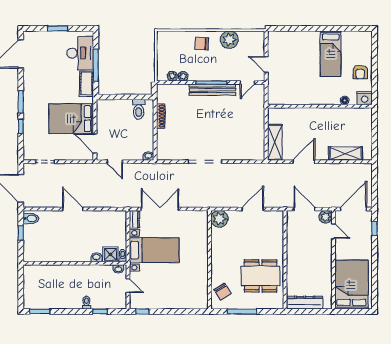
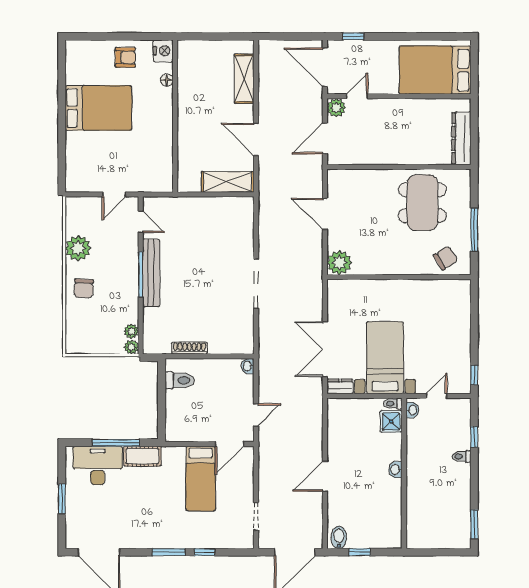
bed: (331, 54) -> (98, 108), width x1.50
plant: (183, 76) -> (131, 347), moved
bed: (71, 119) -> (201, 479), width x0.67
washbasin: (96, 257) -> (395, 470), moved

